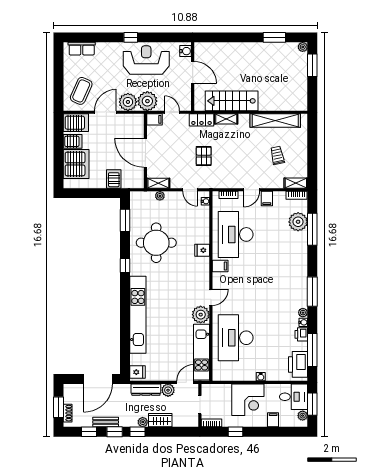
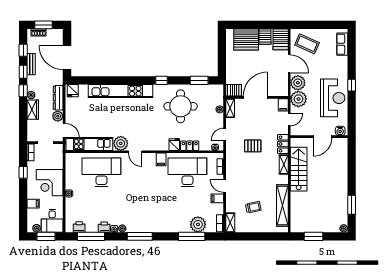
window: (312, 65) -> (313, 236), moved
server rack: (114, 179) -> (234, 90), moved
locker: (204, 232) -> (190, 146), added
printer: (298, 364) -> (79, 227), width x0.53, depth x0.68

